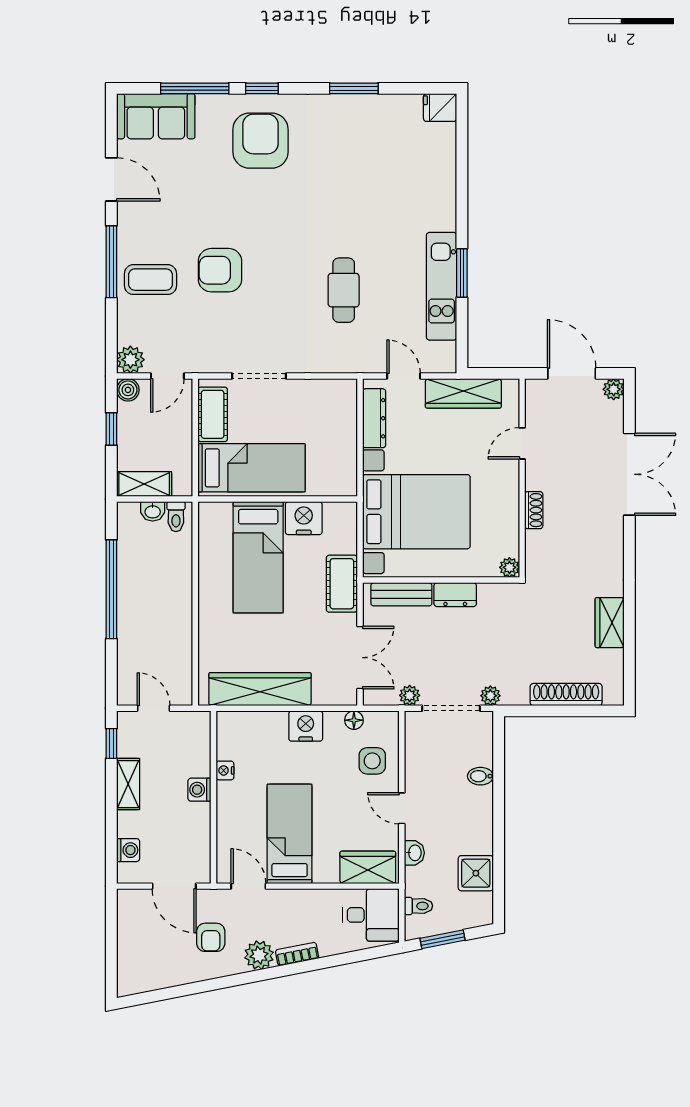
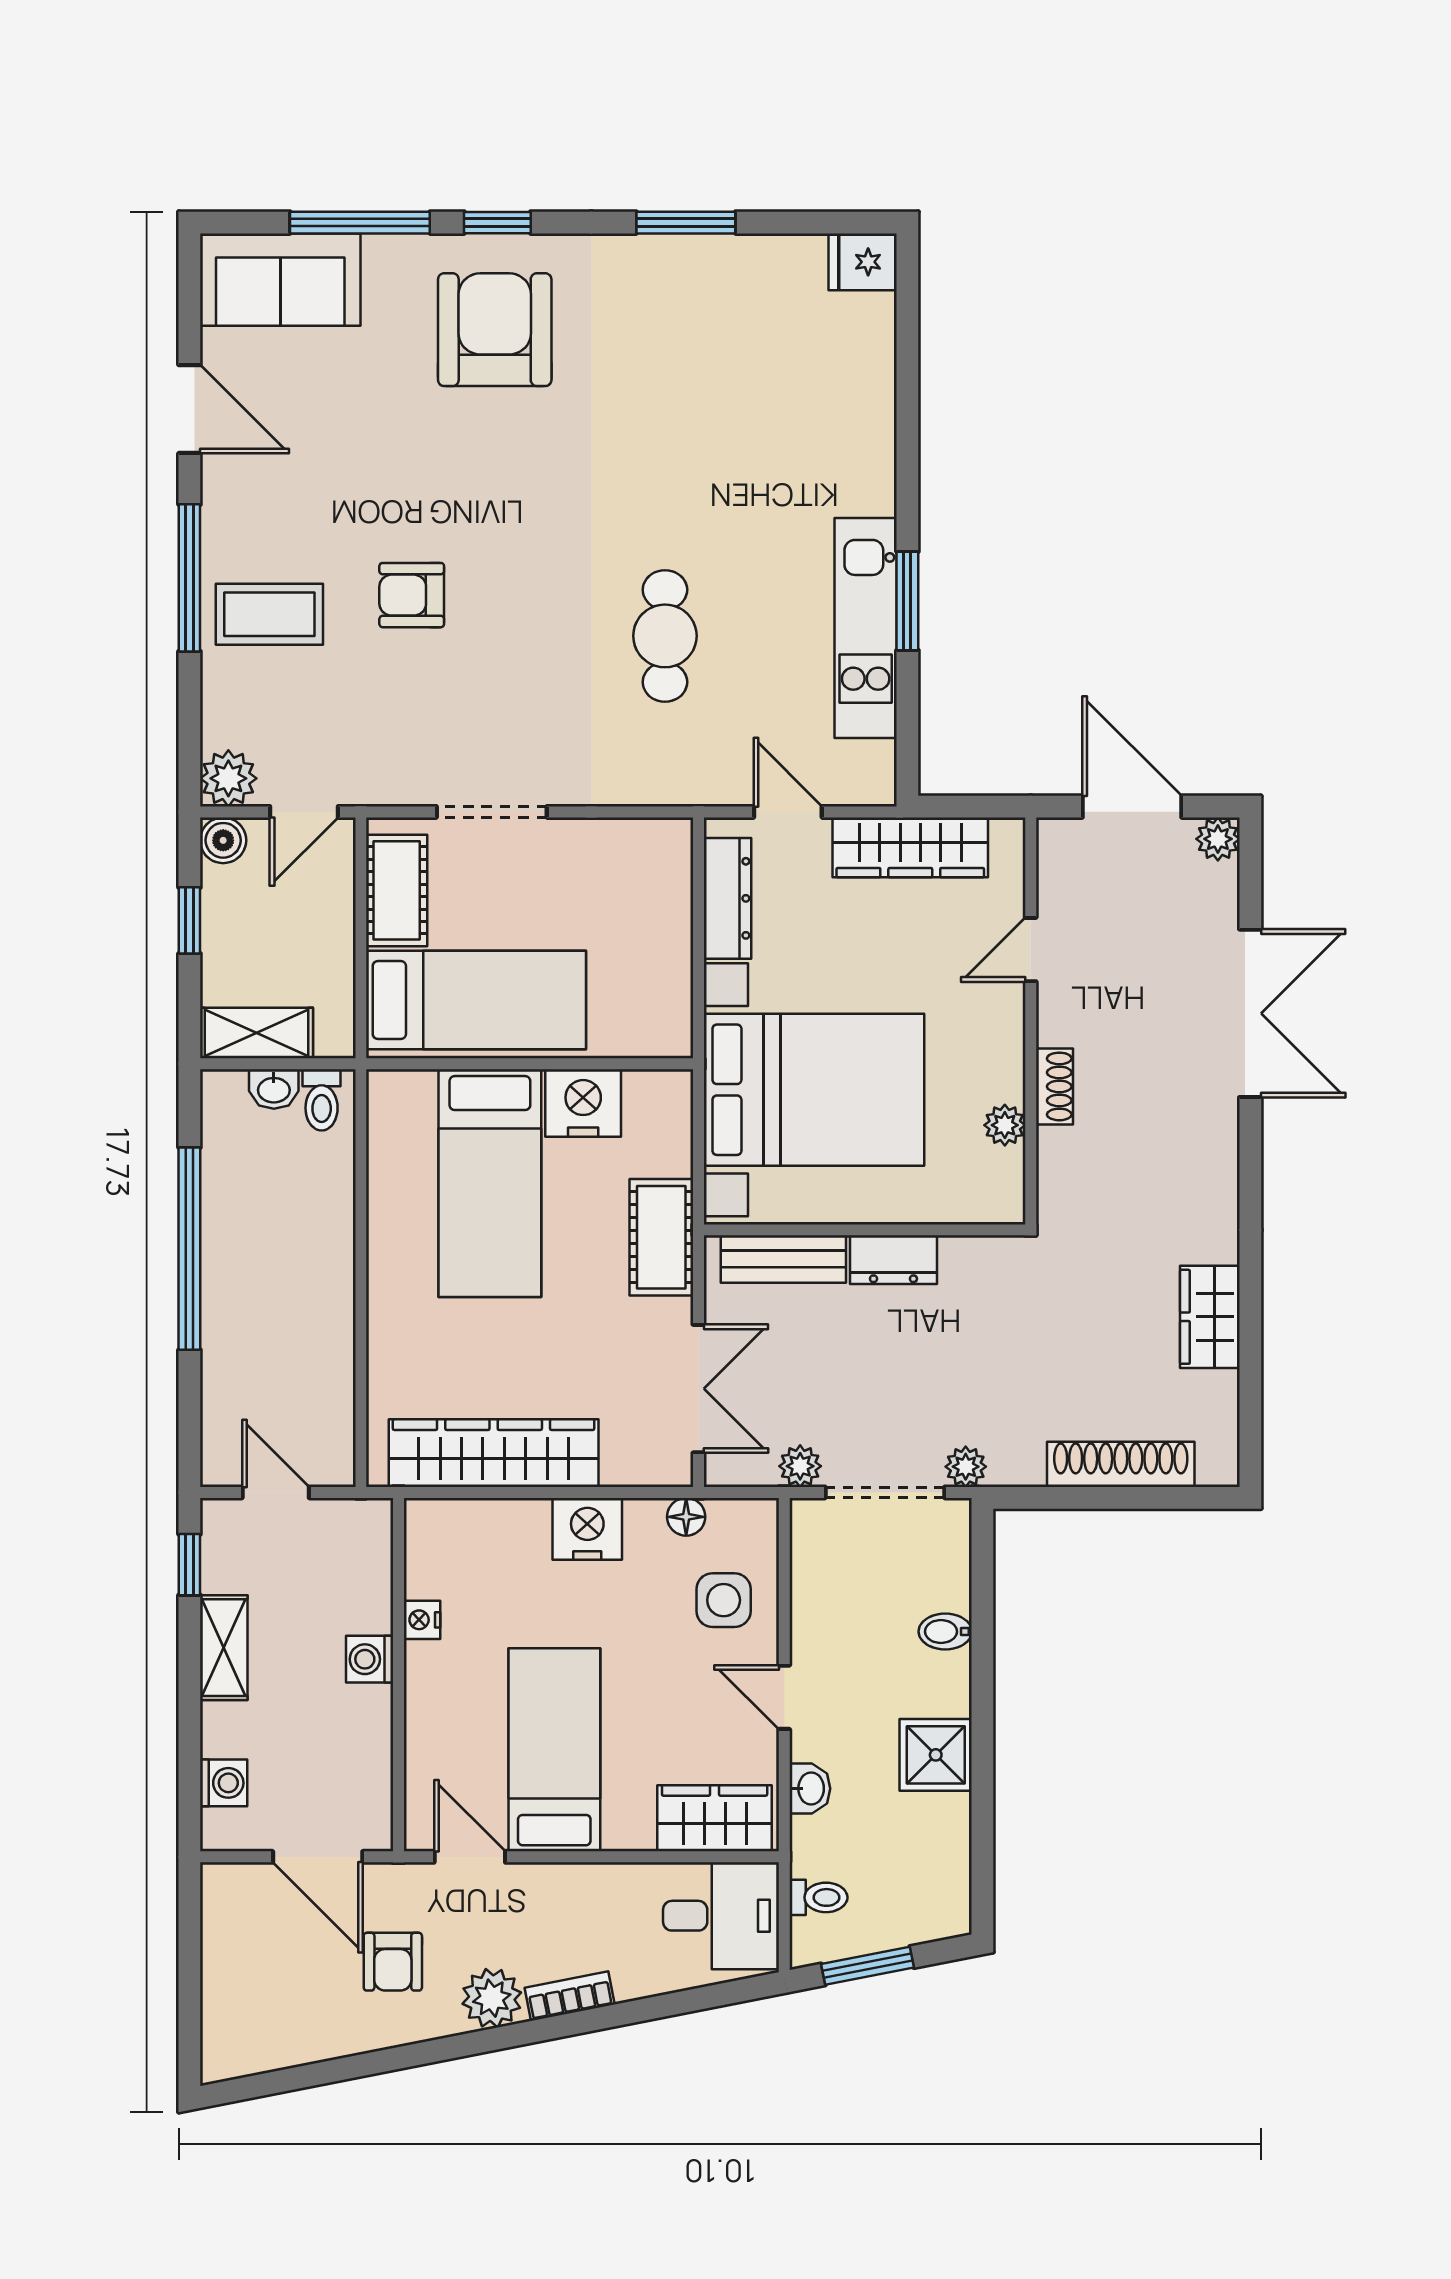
armchair: (220, 270) -> (412, 595), width x0.72, depth x0.72
plant: (509, 567) -> (1005, 1125), moved
shower: (476, 873) -> (936, 1755), moved

